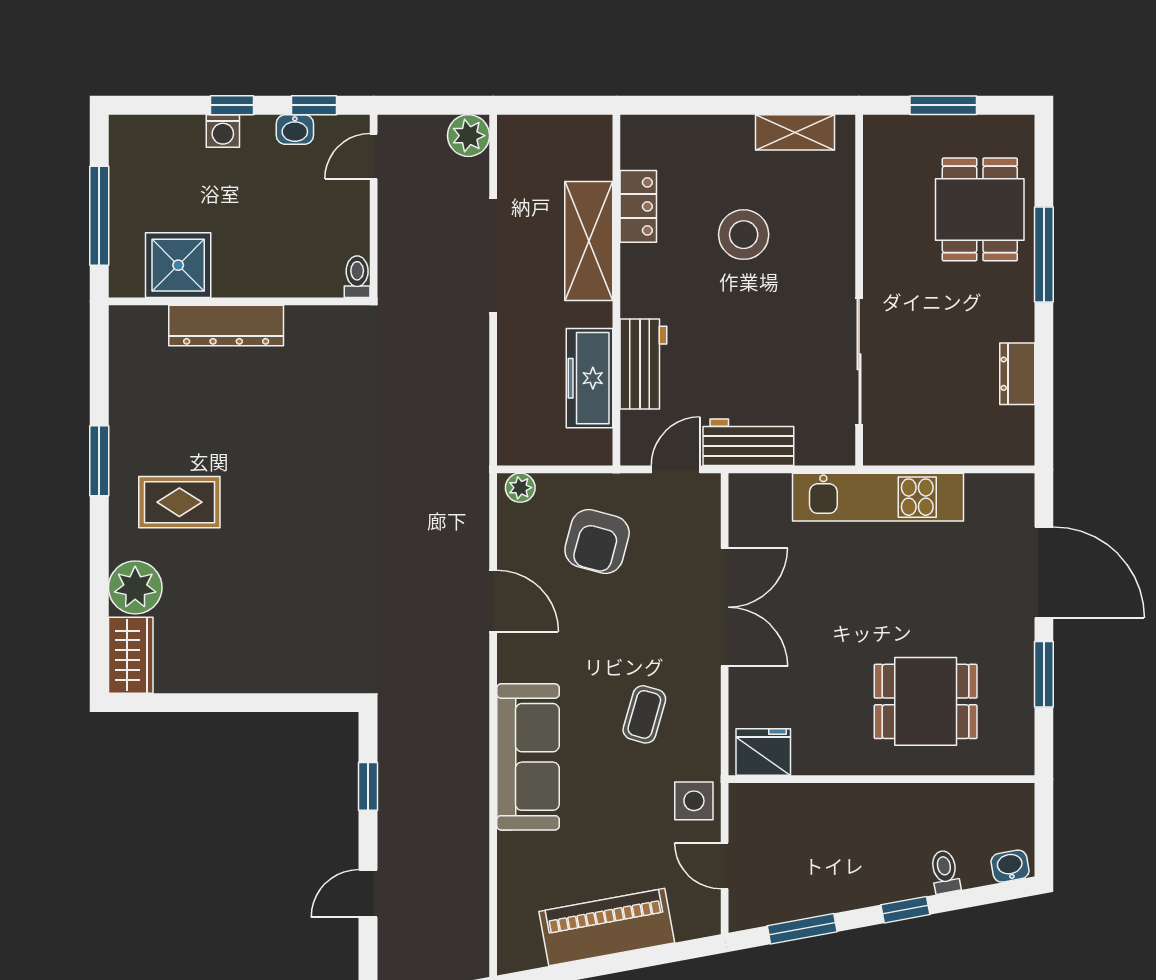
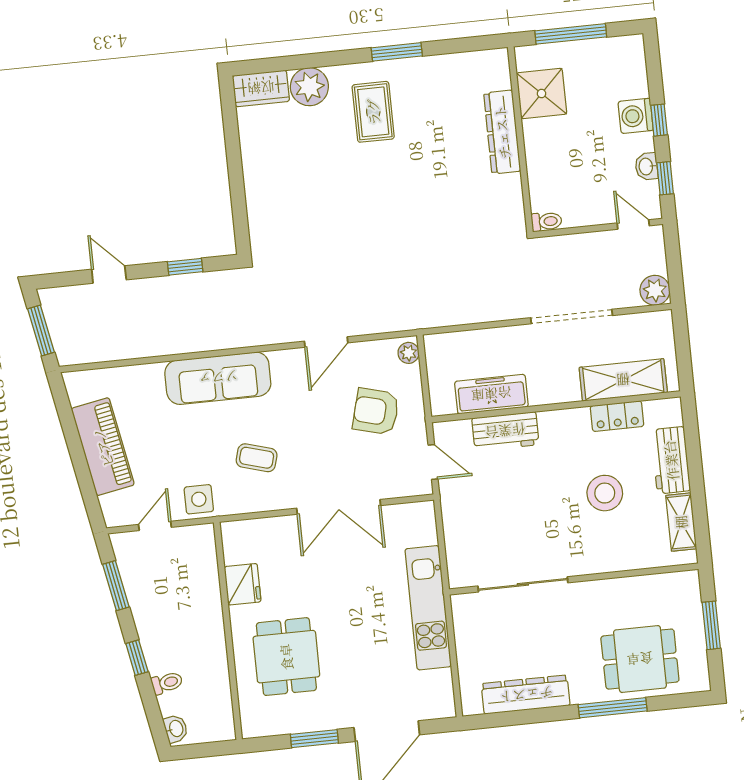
washing machine: (223, 131) -> (636, 116), width x1.38, depth x1.38
shelving: (589, 241) -> (623, 380), moved
dresser: (1017, 374) -> (526, 695), width x1.96, depth x1.24
workbench: (748, 442) -> (671, 460), moved, turned 180
fridge: (763, 752) -> (243, 584), moved

